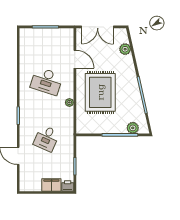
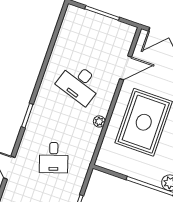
door: (75, 59) -> (126, 68), hinge flipped
desk: (47, 138) -> (54, 158), turned -42

